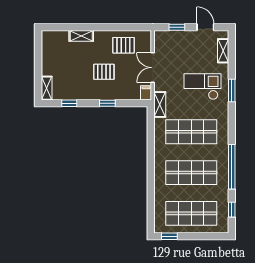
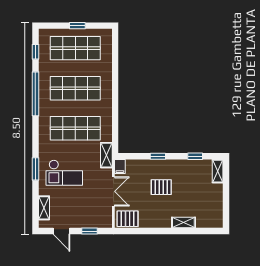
pallet: (123, 45) -> (128, 219), moved
window: (169, 236) -> (77, 26), moved

